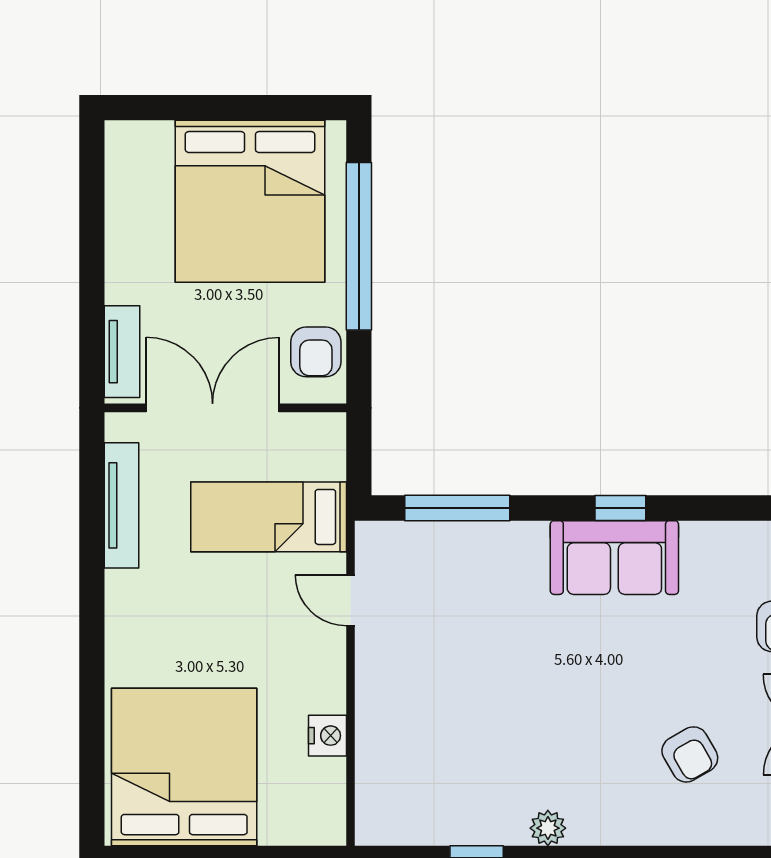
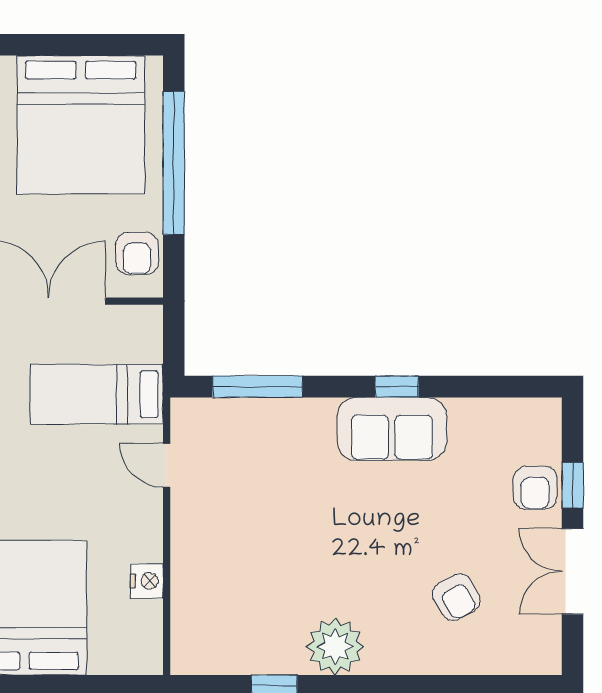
plant: (548, 828) -> (335, 647), width x1.87, depth x1.87

